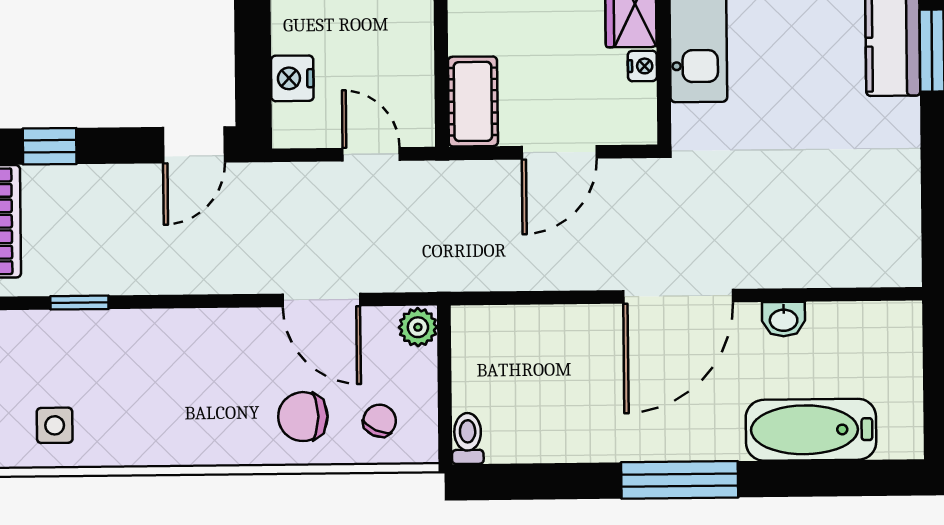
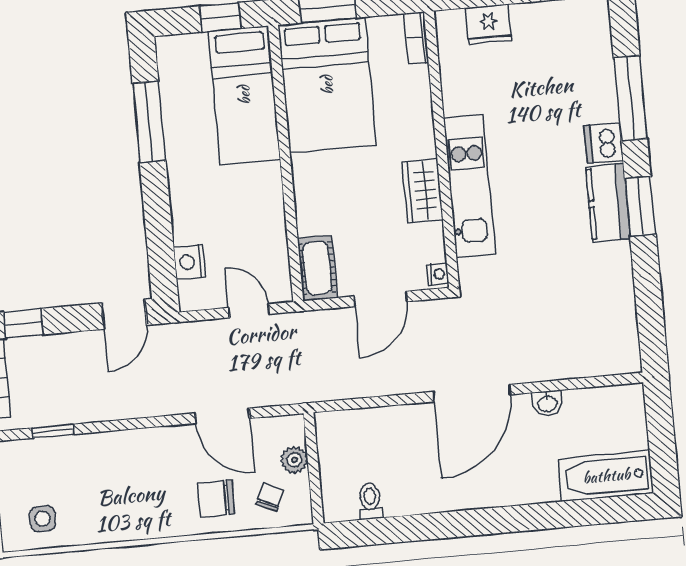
nightstand: (642, 66) -> (438, 274), moved
plant: (418, 327) -> (294, 460), moved
bathtub: (811, 430) -> (606, 476), moved
toilet: (468, 438) -> (370, 501), moved
window: (680, 480) -> (484, 522), removed

